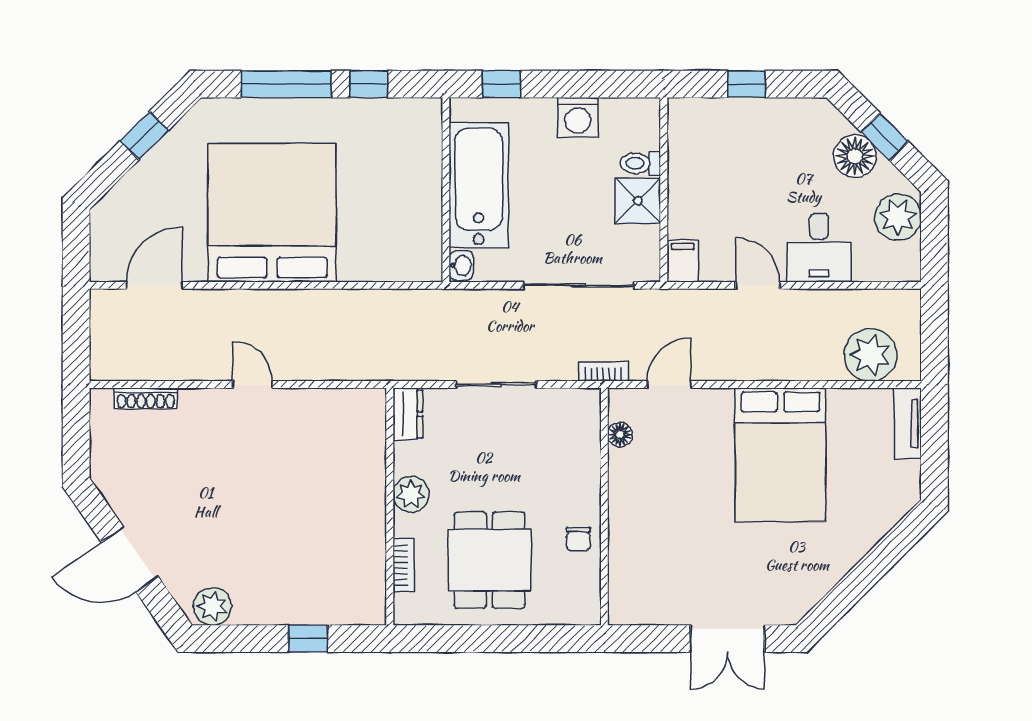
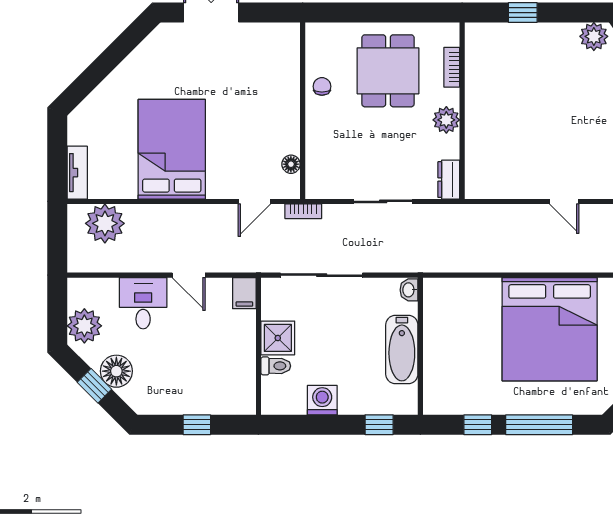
bathtub: (479, 185) -> (402, 350), width x0.73, depth x0.73

